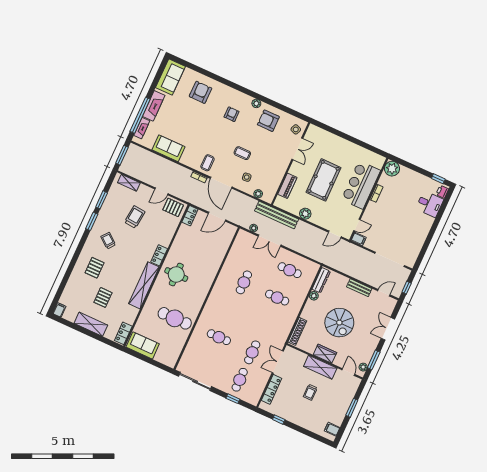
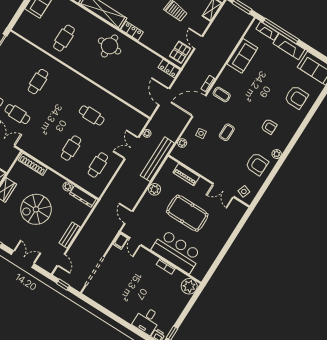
armchair: (268, 121) -> (257, 164), turned 91
cafe table: (175, 318) -> (64, 38), width x0.73, depth x0.74

